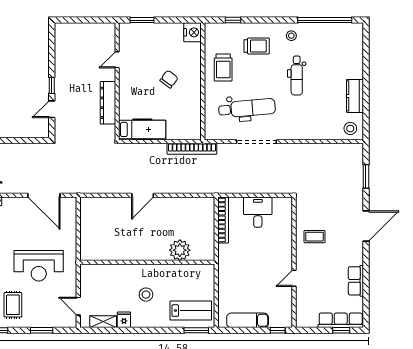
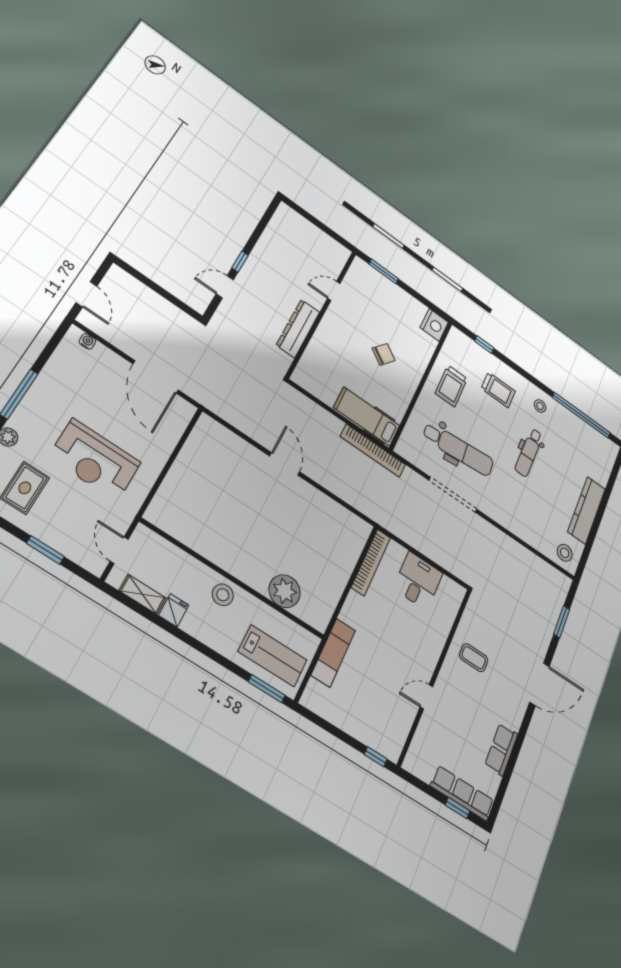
kitchen counter: (355, 96) -> (587, 510), width x1.50
hospital bed: (142, 129) -> (367, 417), moved, turned 180
door: (143, 195) -> (285, 464), swing flipped
plant: (180, 250) -> (285, 591), moved
wall: (147, 262) -> (233, 579), moved
exam couch: (248, 320) -> (333, 653), moved, turned 90

